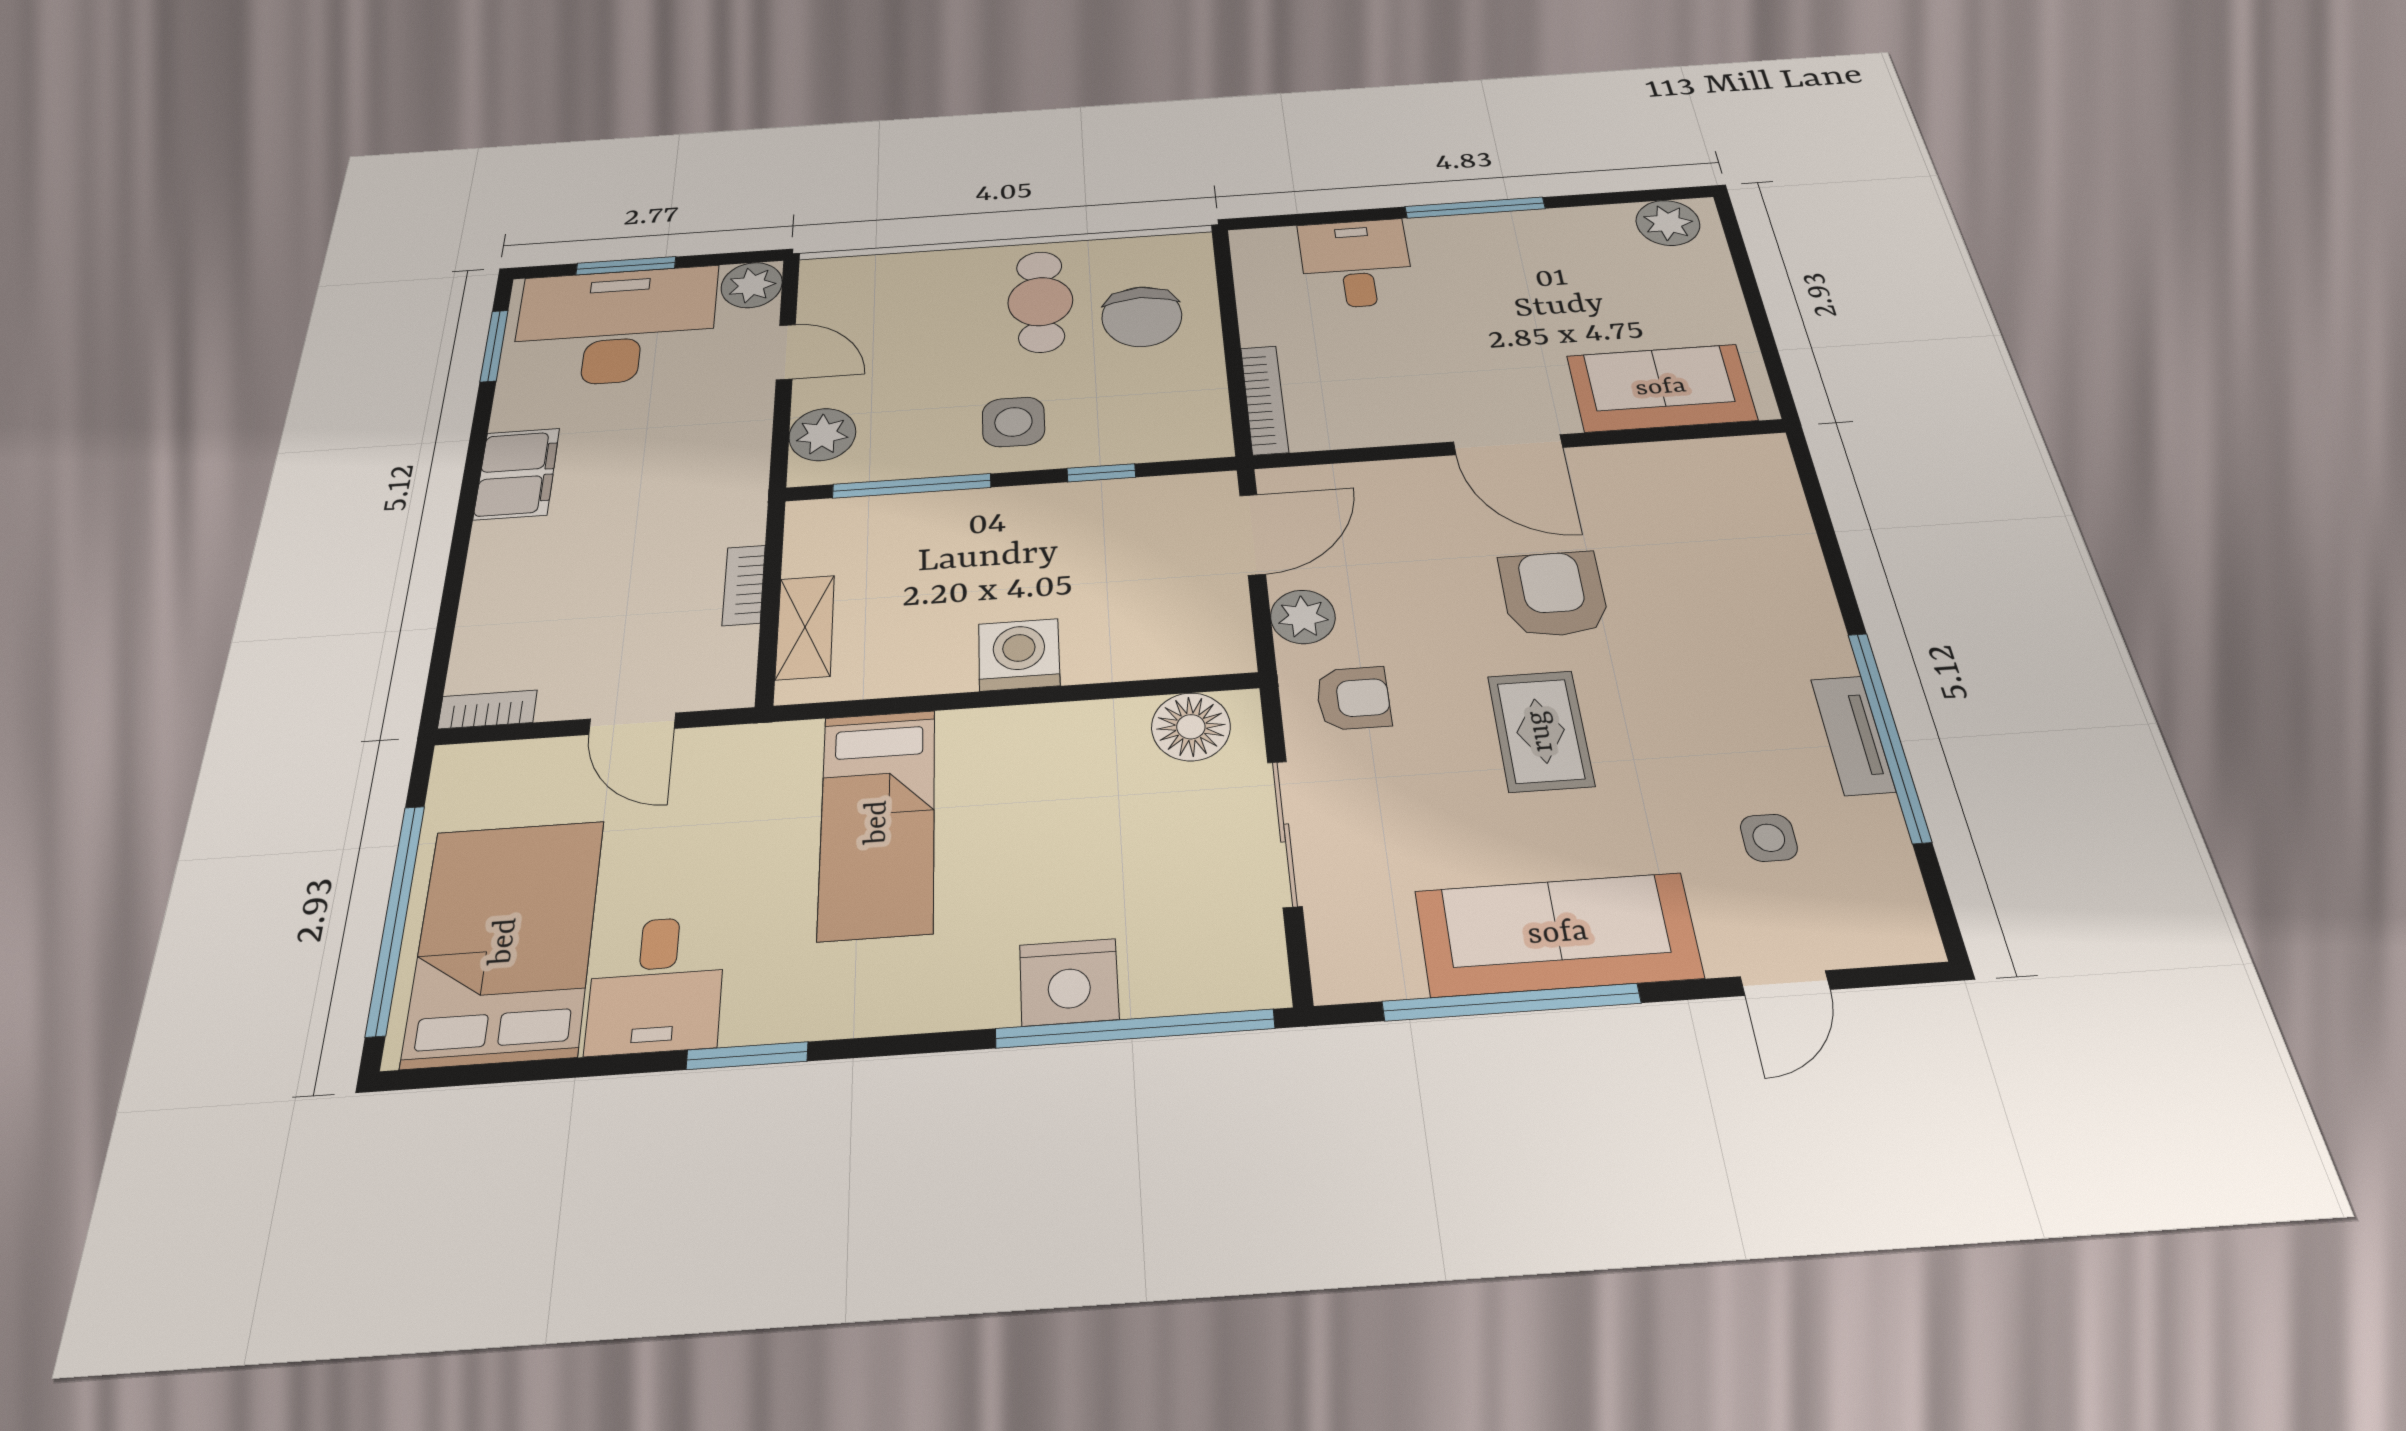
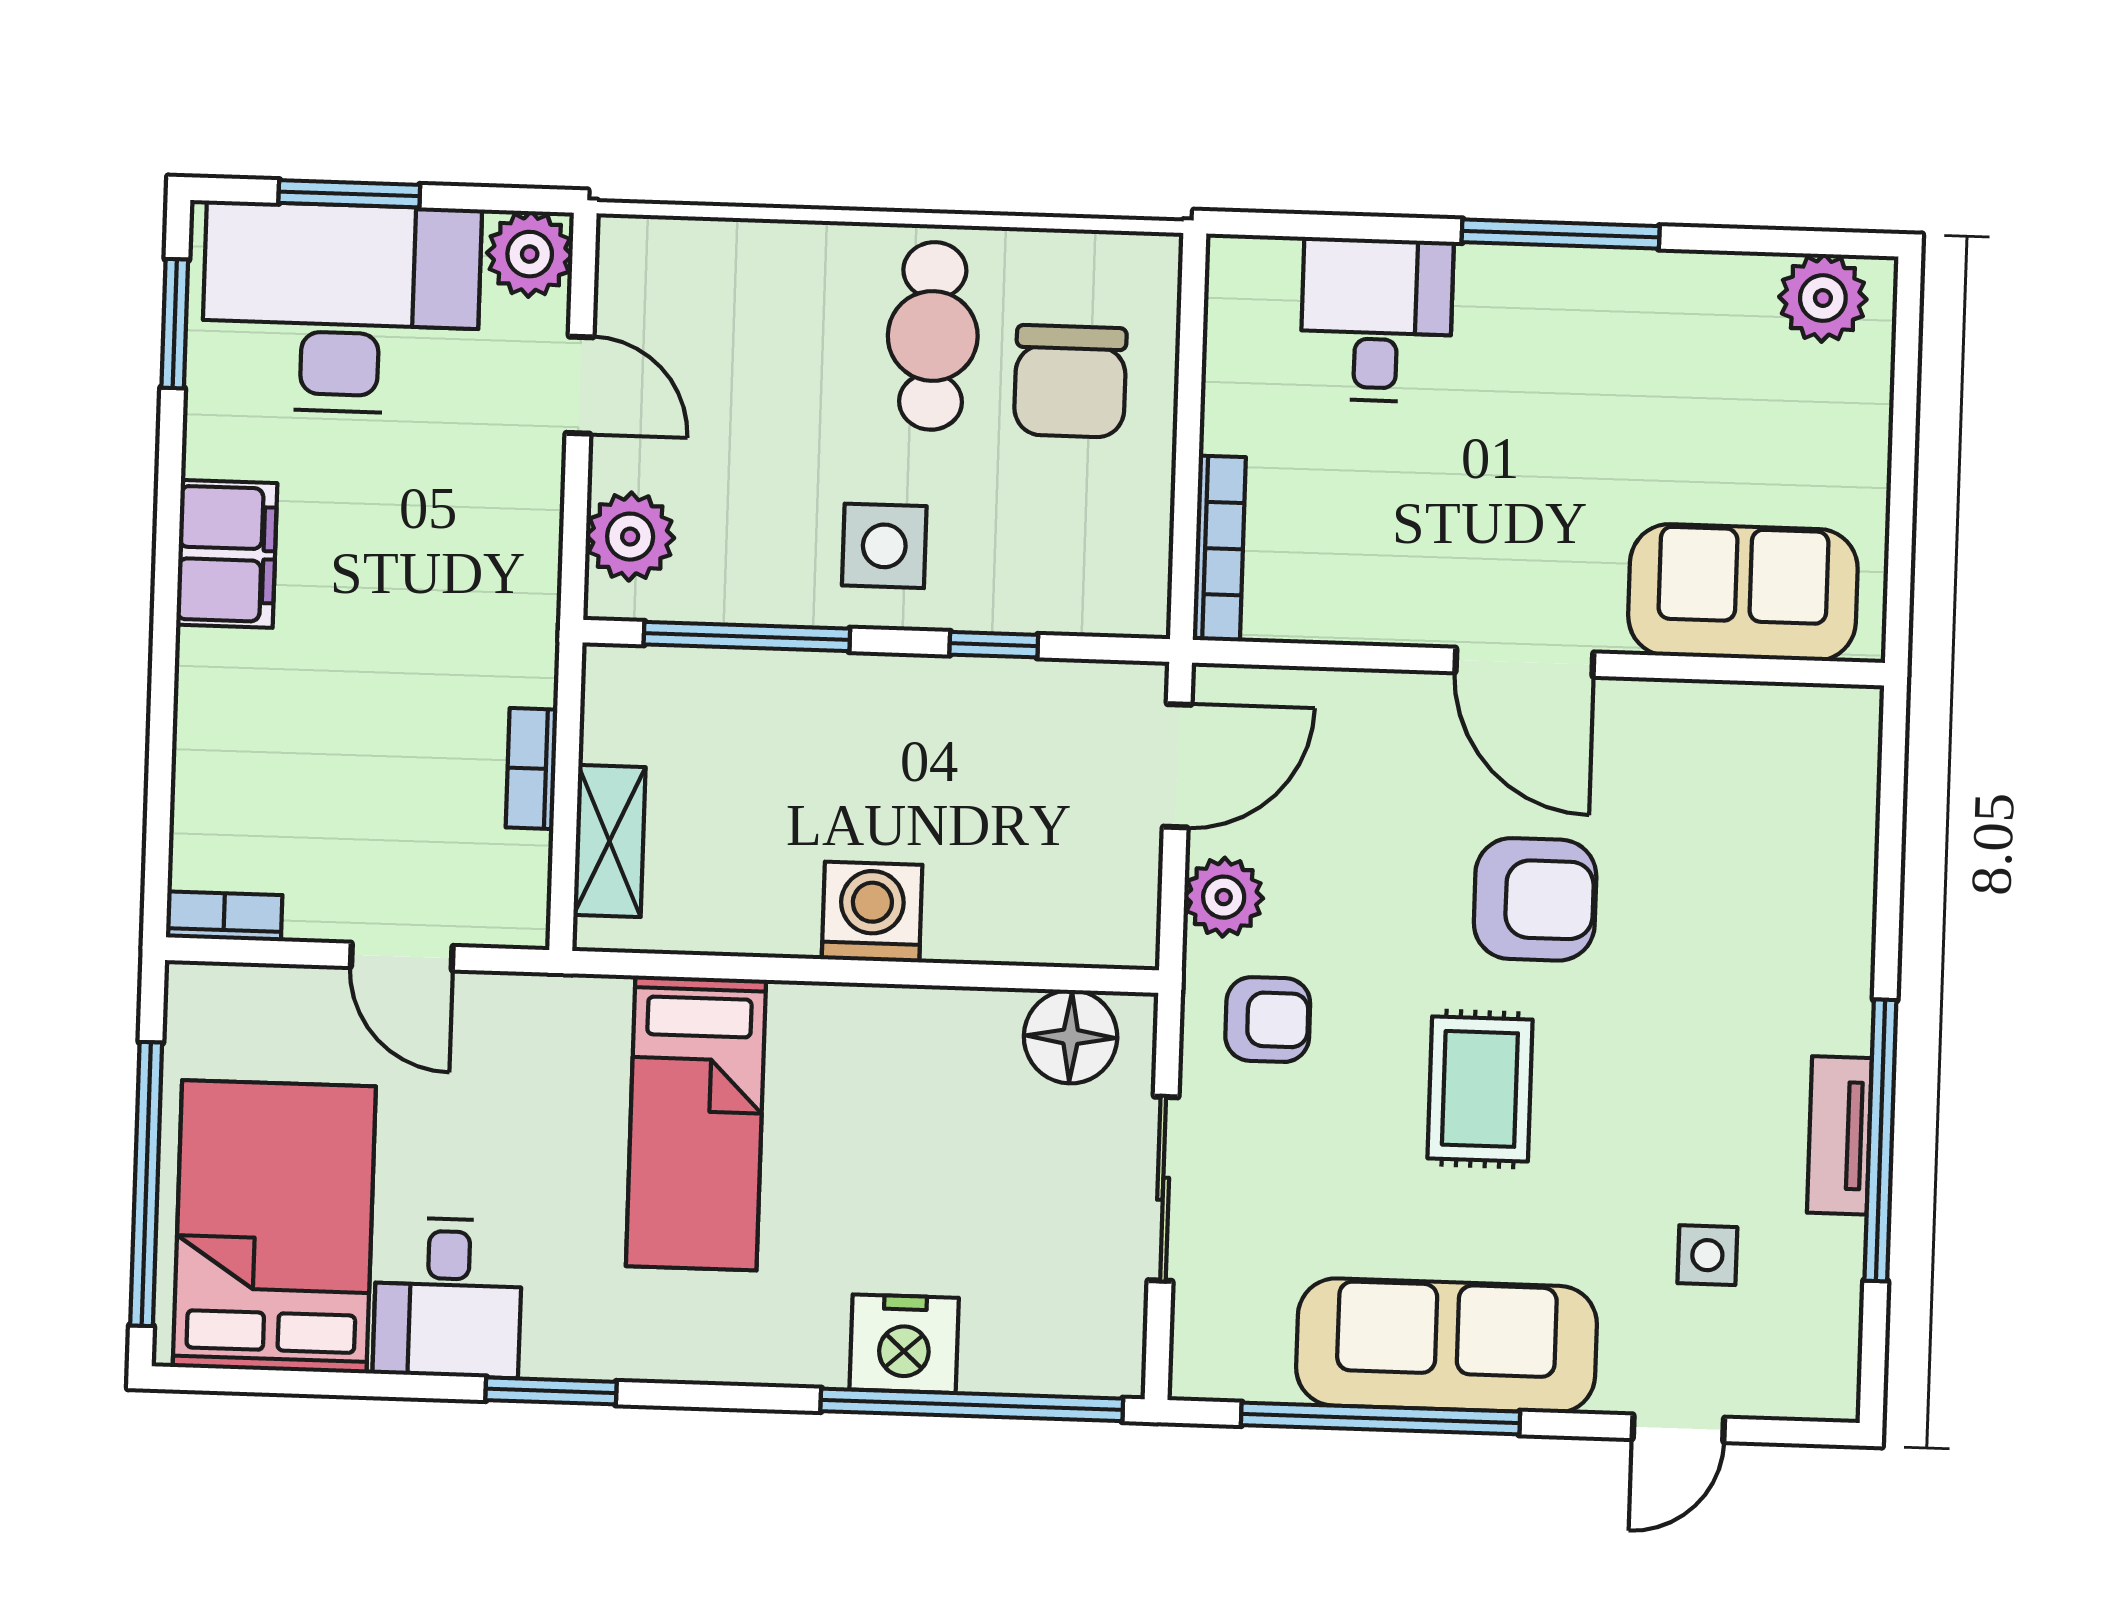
armchair: (1554, 594) -> (1535, 899), turned 90

